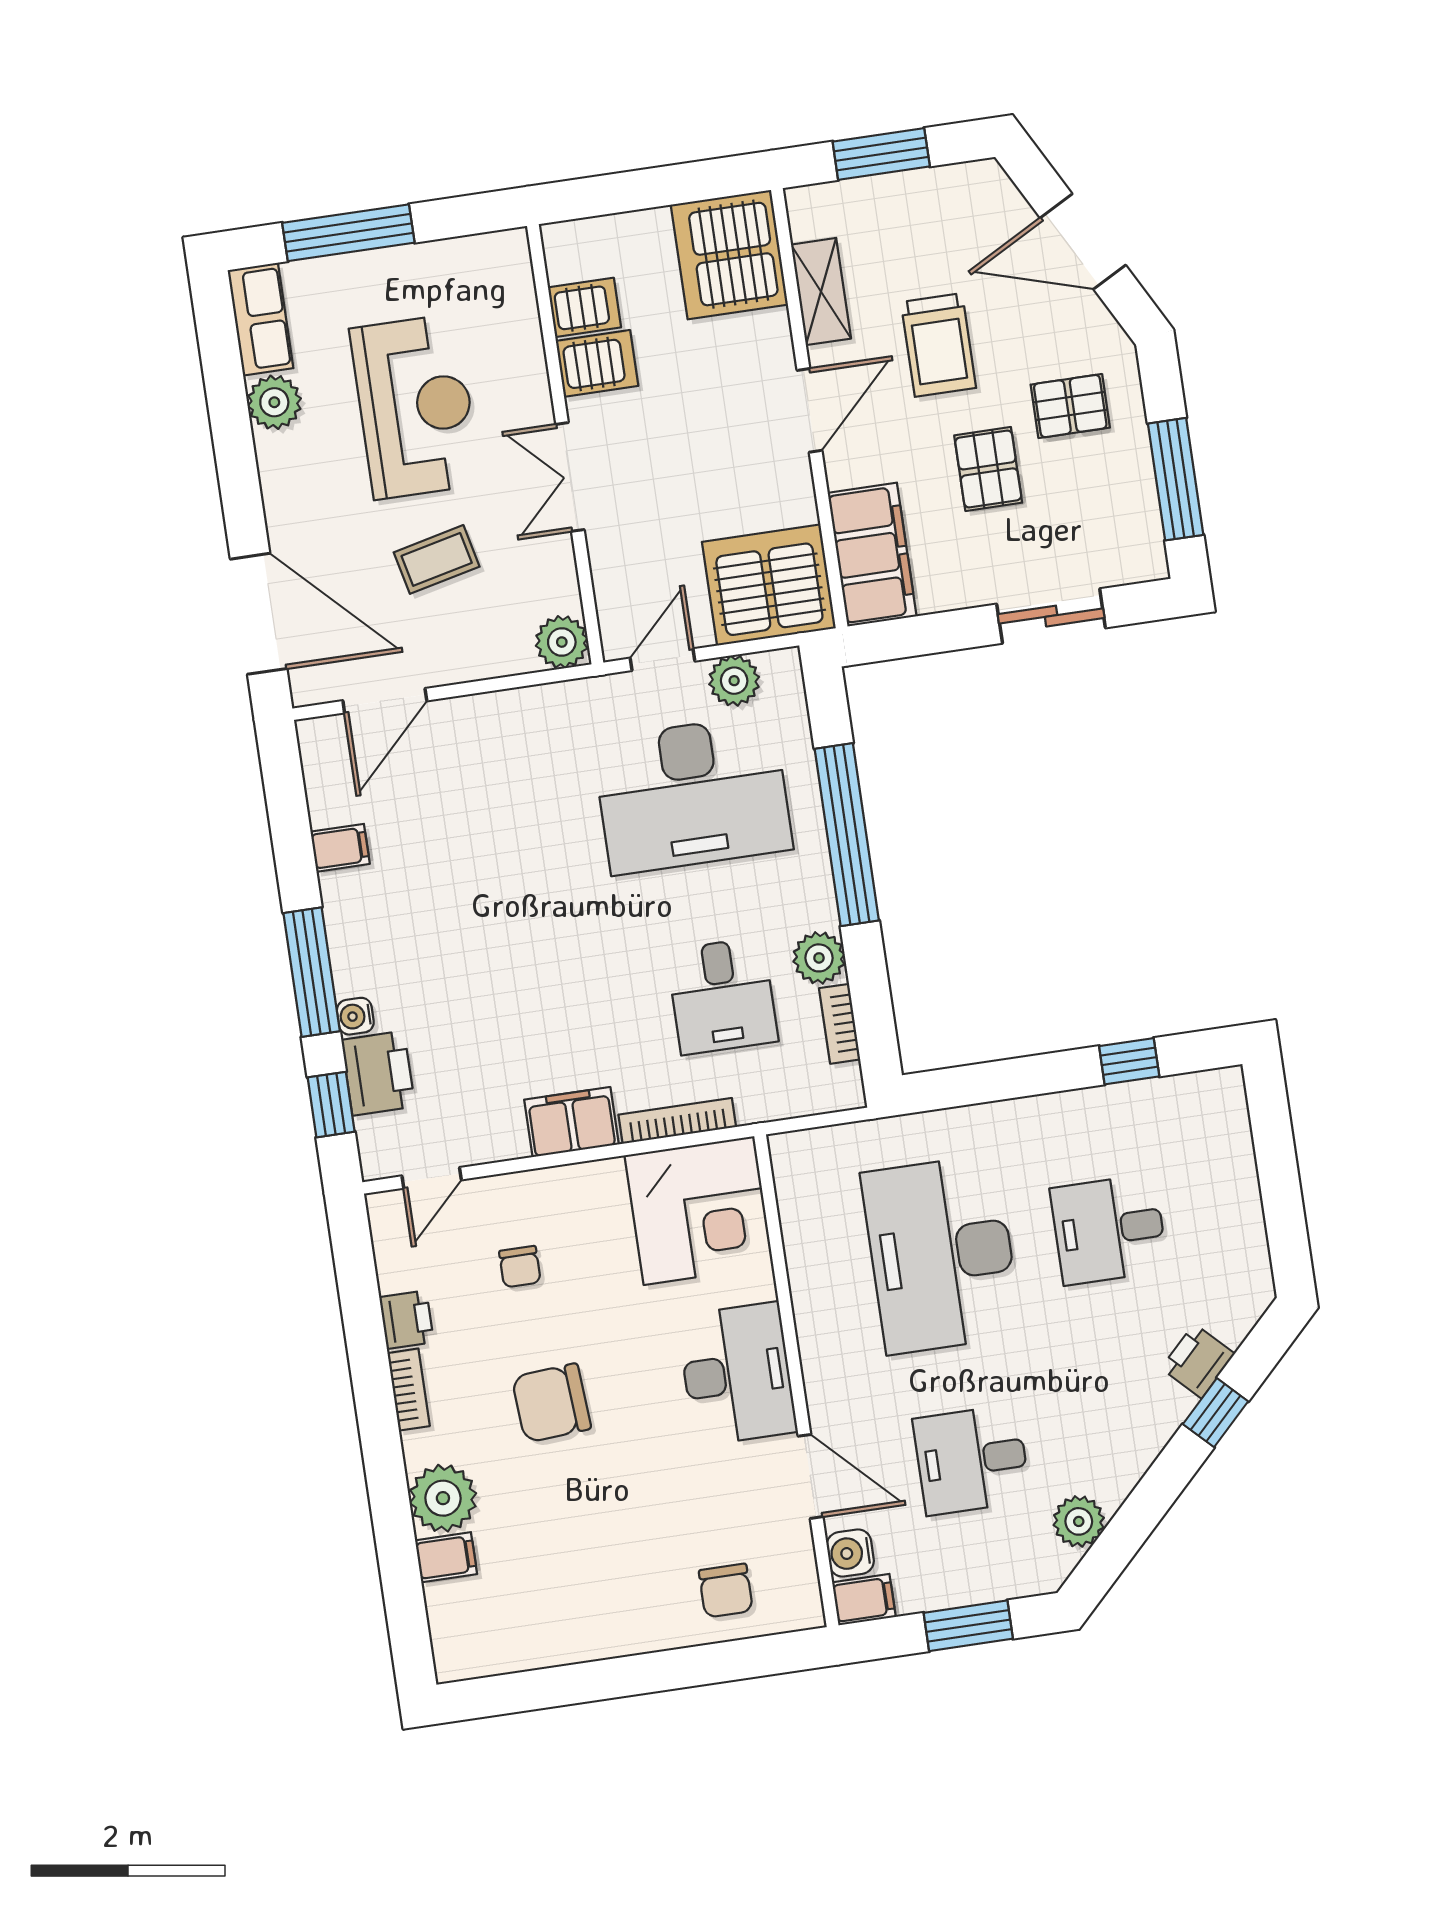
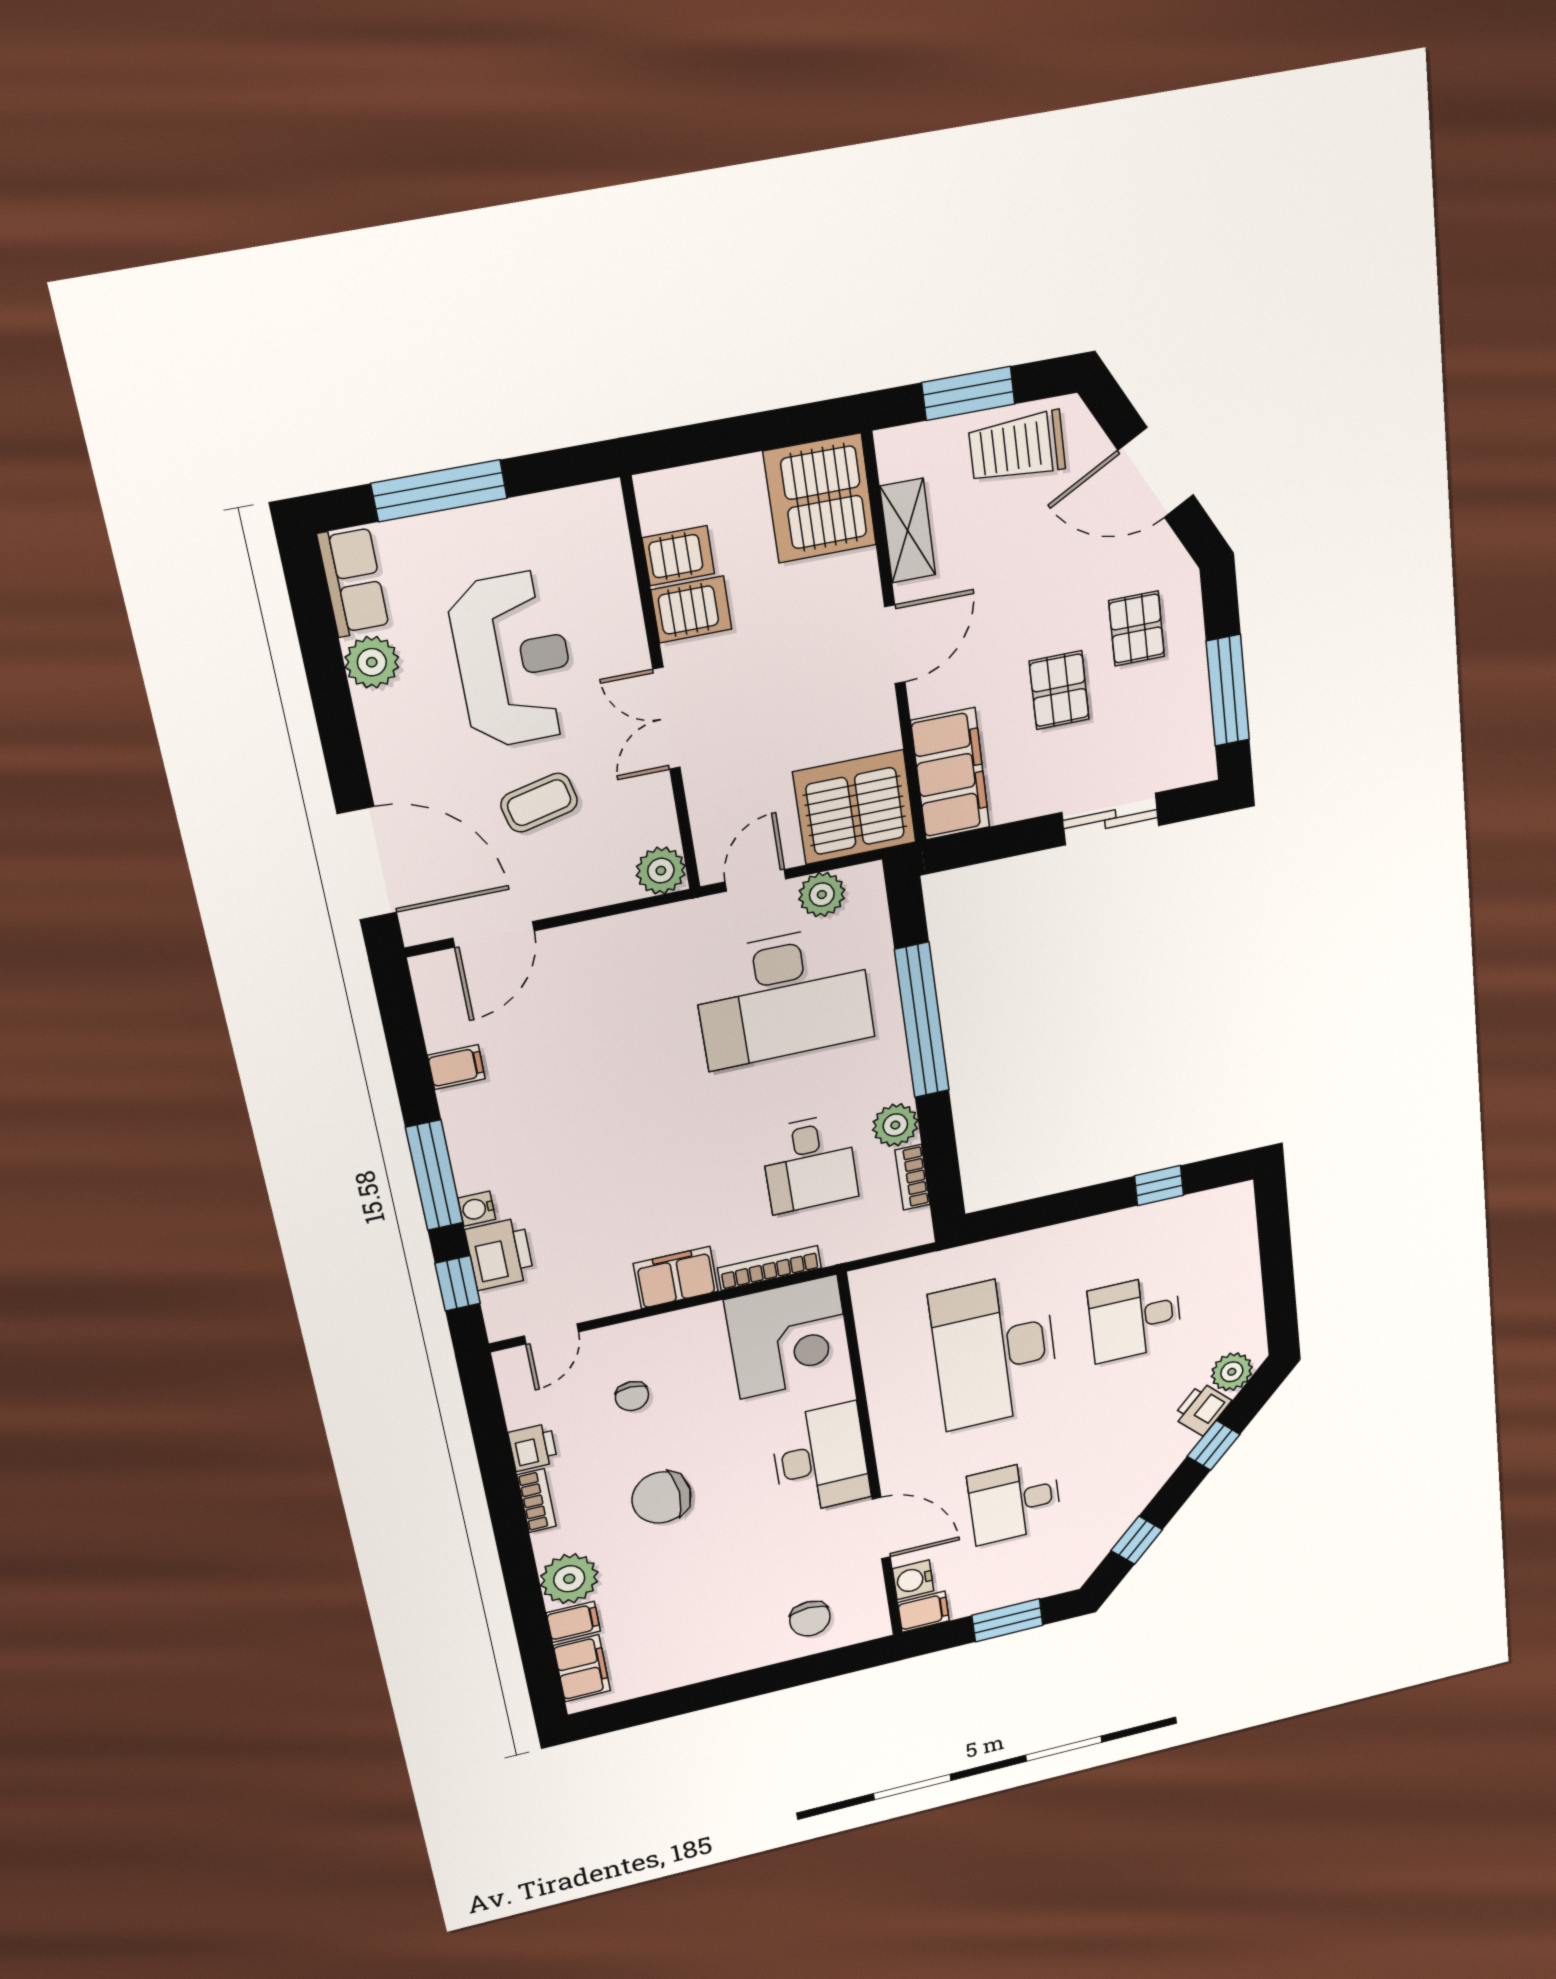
trolley: (938, 345) -> (1017, 447), moved, turned 90
pallet: (1070, 406) -> (1137, 628), turned 90
plant: (1079, 1521) -> (1232, 1372), moved
window: (1126, 1533) -> (1137, 1540), added
filing cabinet: (454, 1622) -> (582, 1668), added

